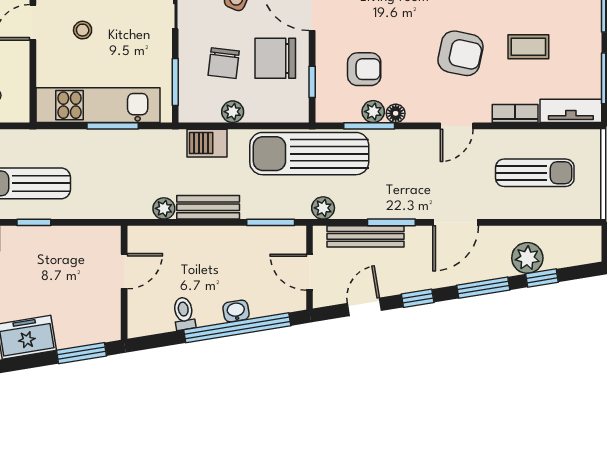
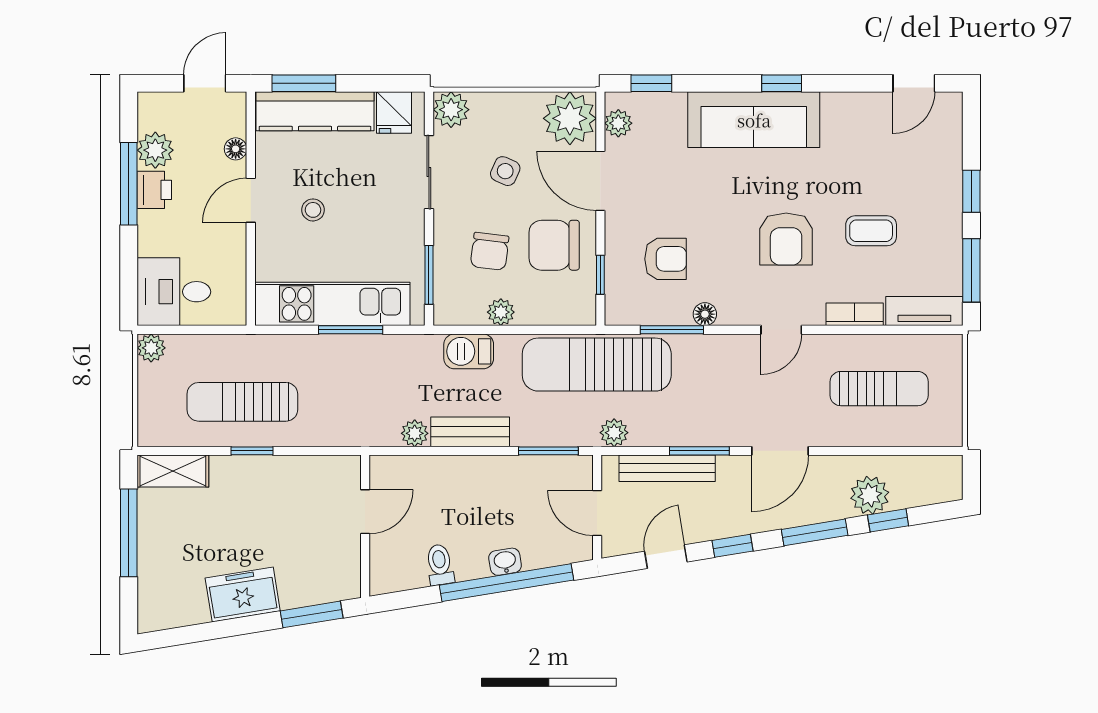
armchair: (460, 53) -> (786, 239), turned 78
plant: (373, 112) -> (677, 312), removed

